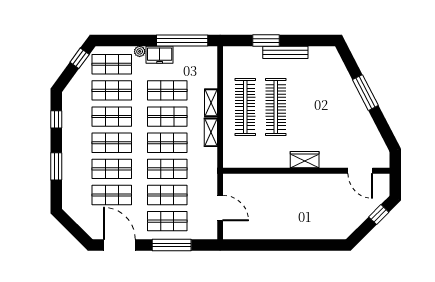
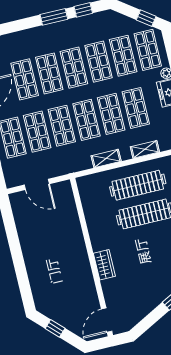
shelving: (211, 103) -> (145, 149), moved
wardrobe: (305, 160) -> (104, 265), moved
window: (56, 166) -> (54, 17), moved
door: (360, 171) -> (107, 320), moved
door: (220, 208) -> (37, 184), hinge flipped
window: (379, 215) -> (55, 328), moved

